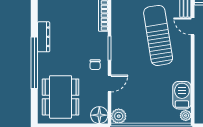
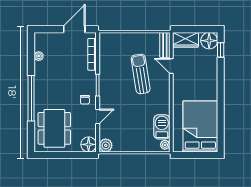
plant: (43, 15) -> (39, 56), added
sun lounger: (158, 35) -> (141, 74), width x0.73, depth x0.75
dresser: (44, 37) -> (39, 75), removed

